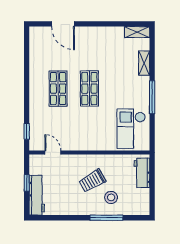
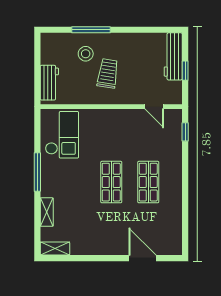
trolley: (92, 181) -> (108, 73), turned -51

